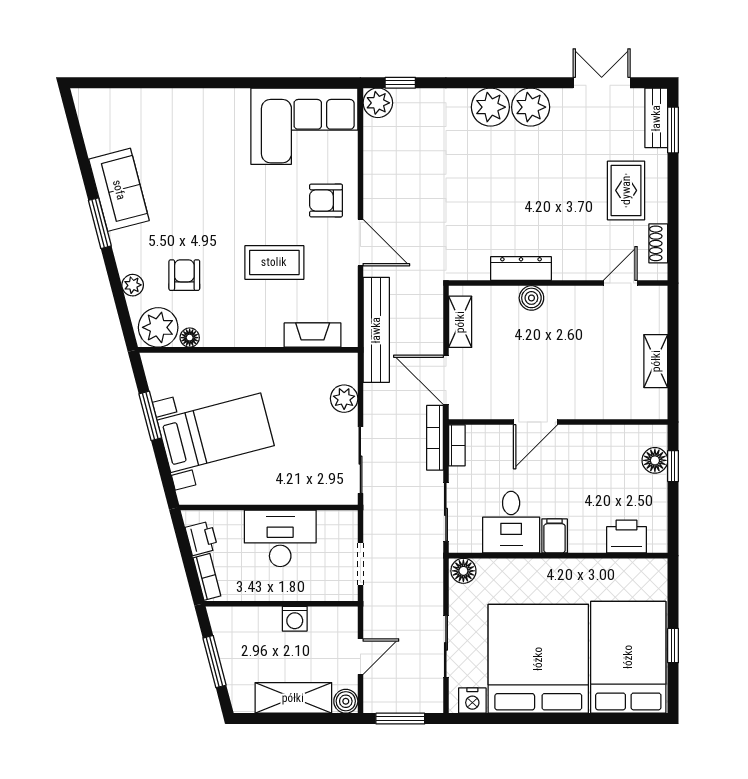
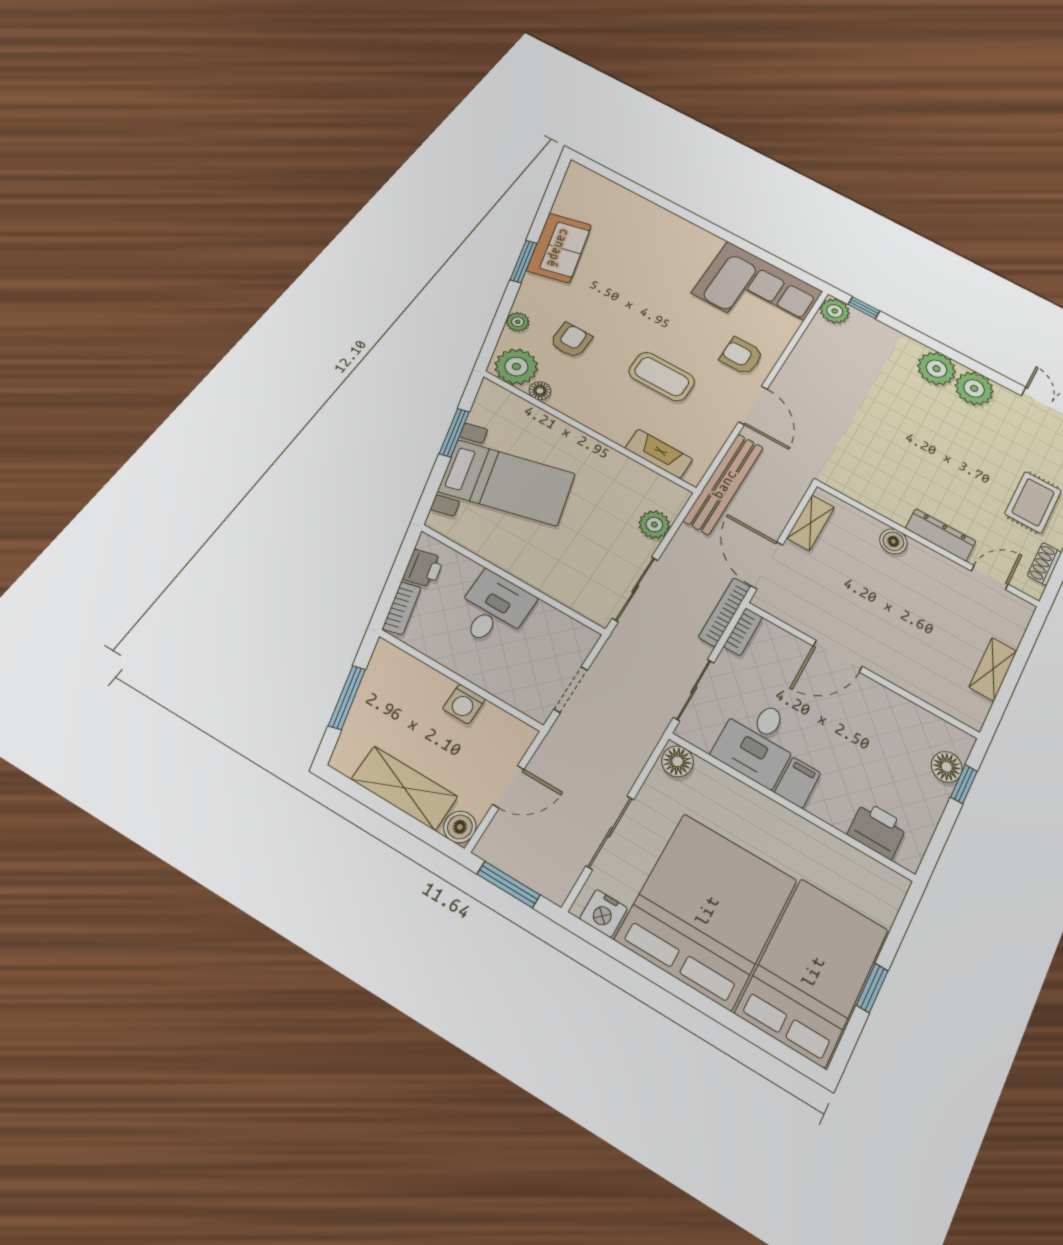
dresser: (521, 269) -> (941, 535), moved
desk: (280, 538) -> (494, 609), width x0.73

